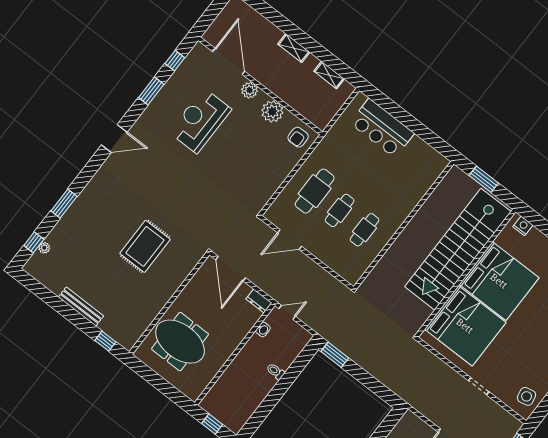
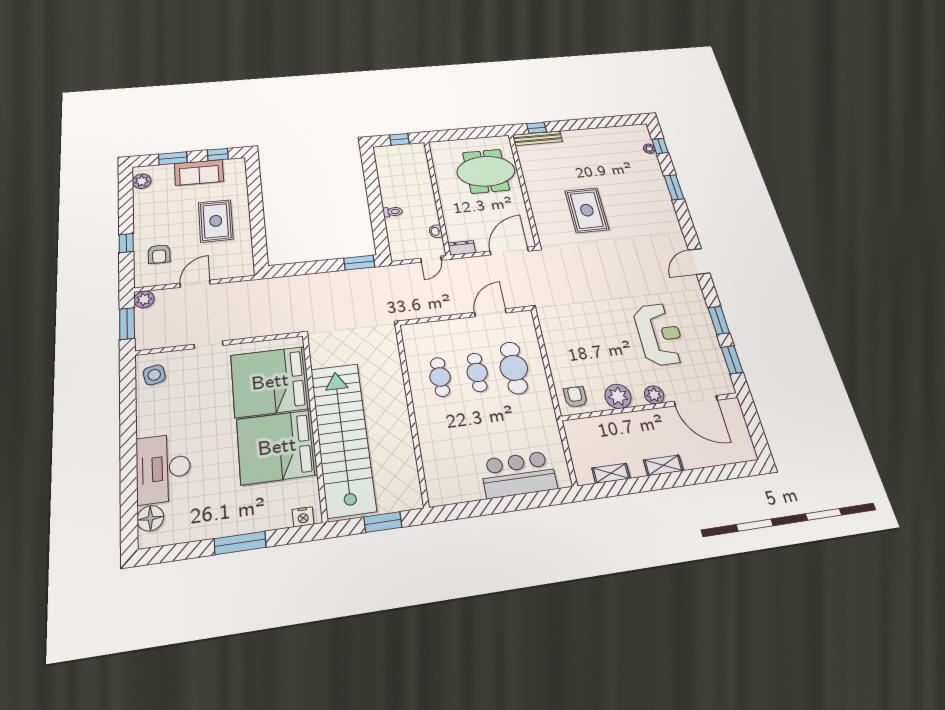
window: (175, 61) -> (732, 360), width x1.50
door: (231, 269) -> (509, 251), hinge flipped
bench: (81, 306) -> (537, 138), moved

